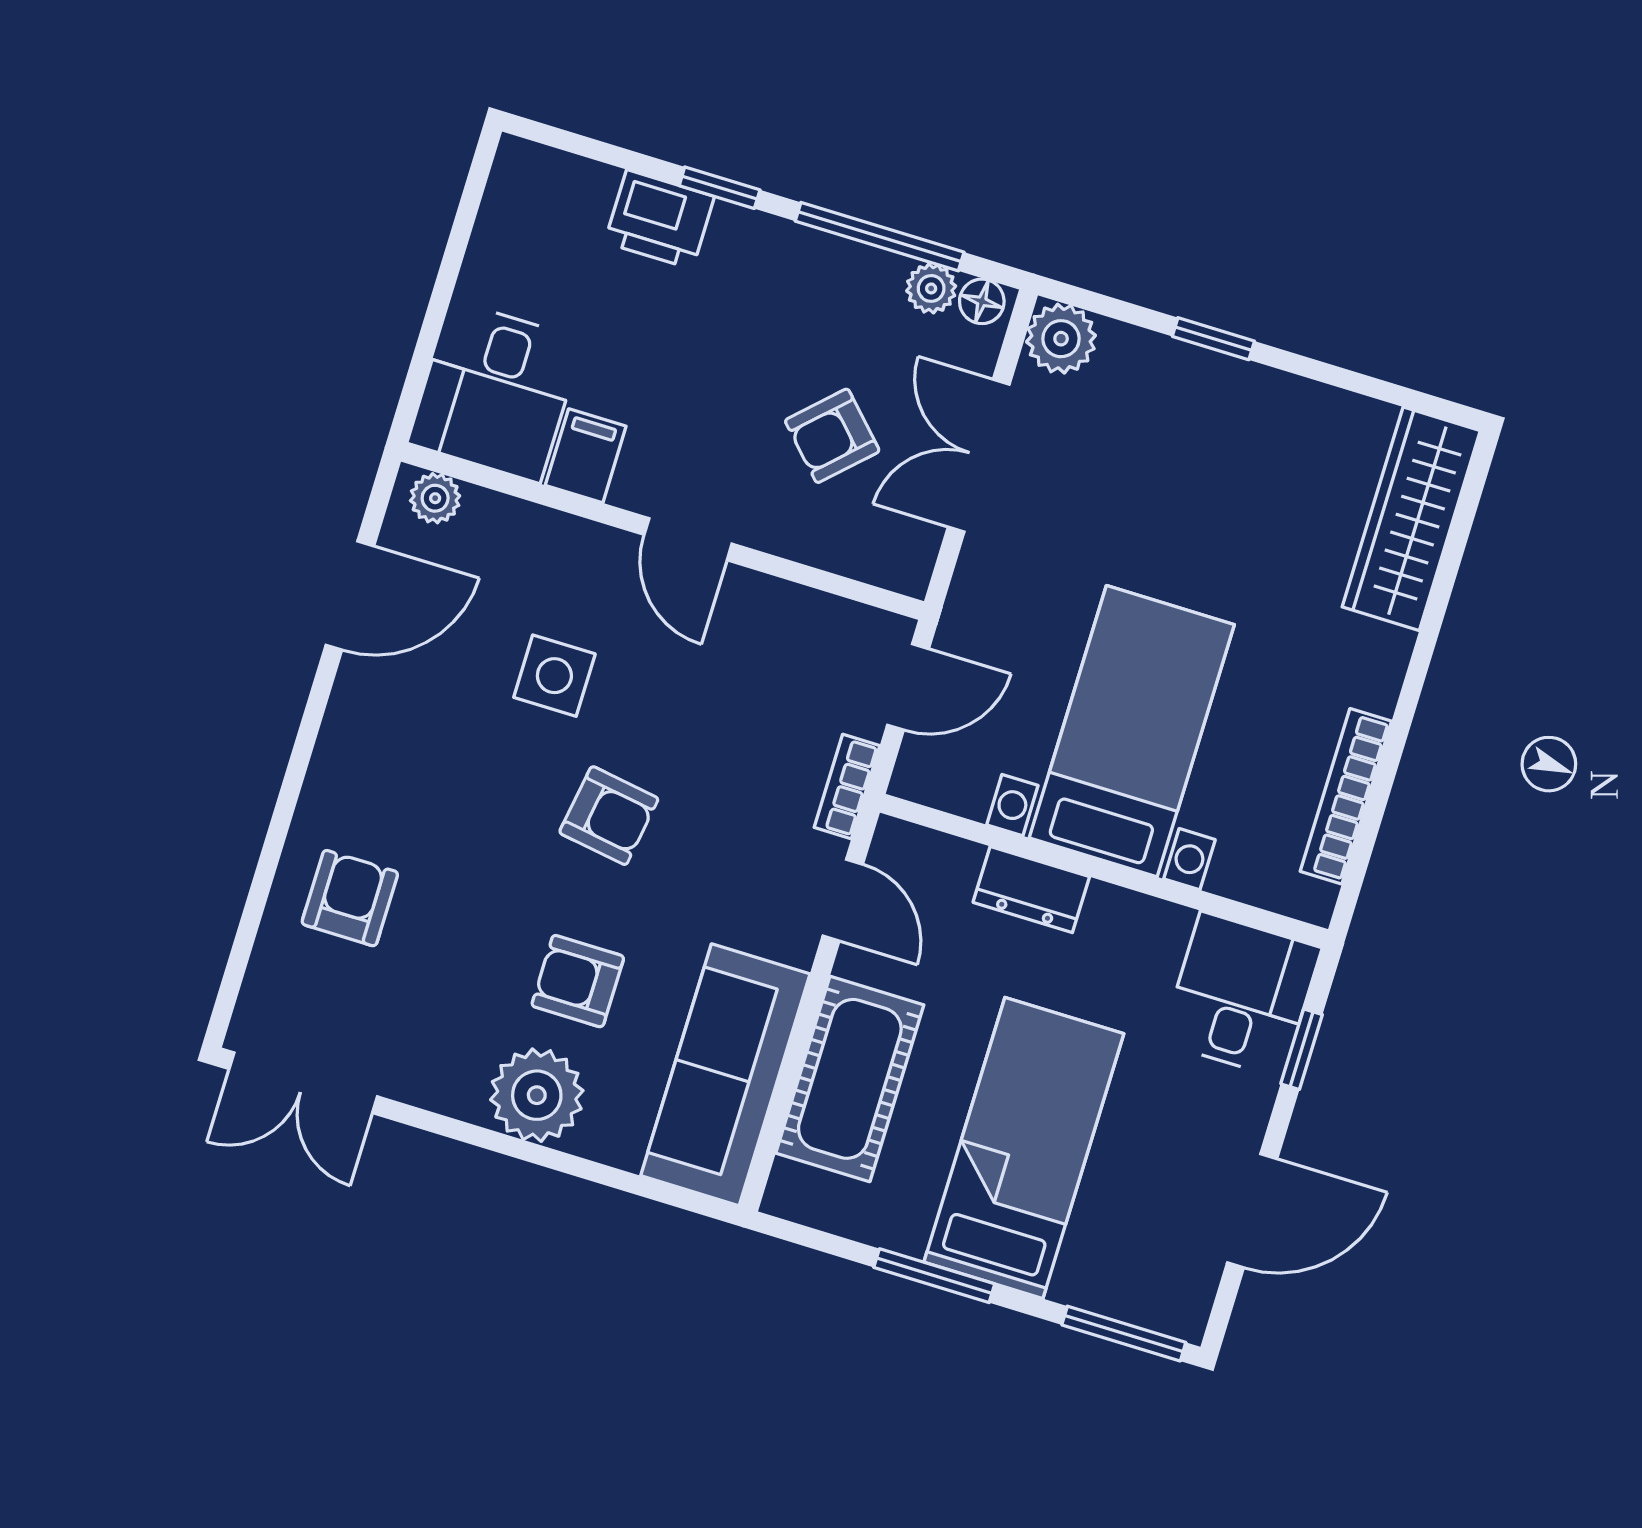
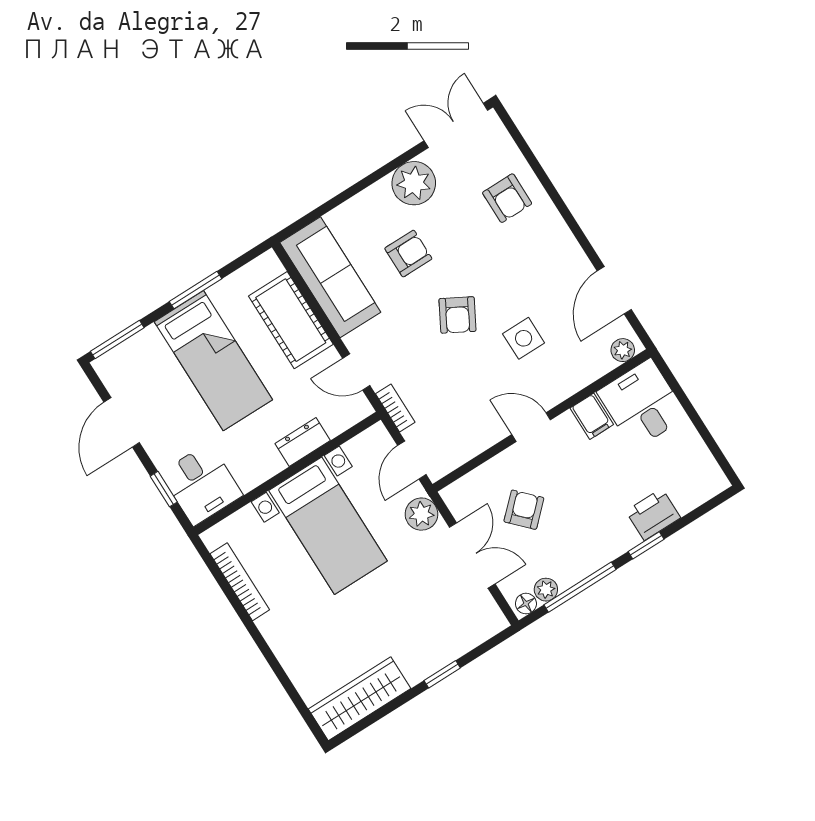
plant: (1061, 339) -> (421, 514), moved
wardrobe: (1411, 519) -> (360, 699), moved, turned -90
armchair: (609, 816) -> (457, 315), turned -70
plant: (537, 1095) -> (414, 183), moved

